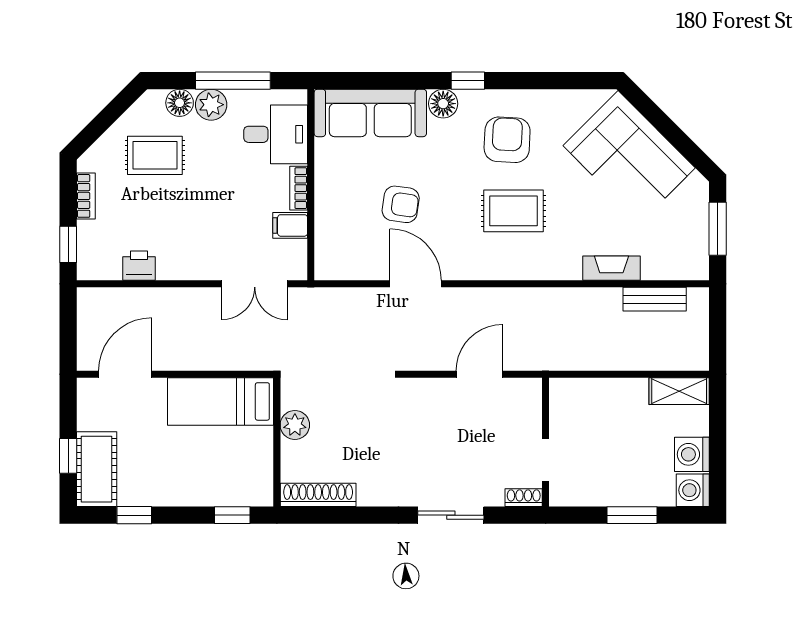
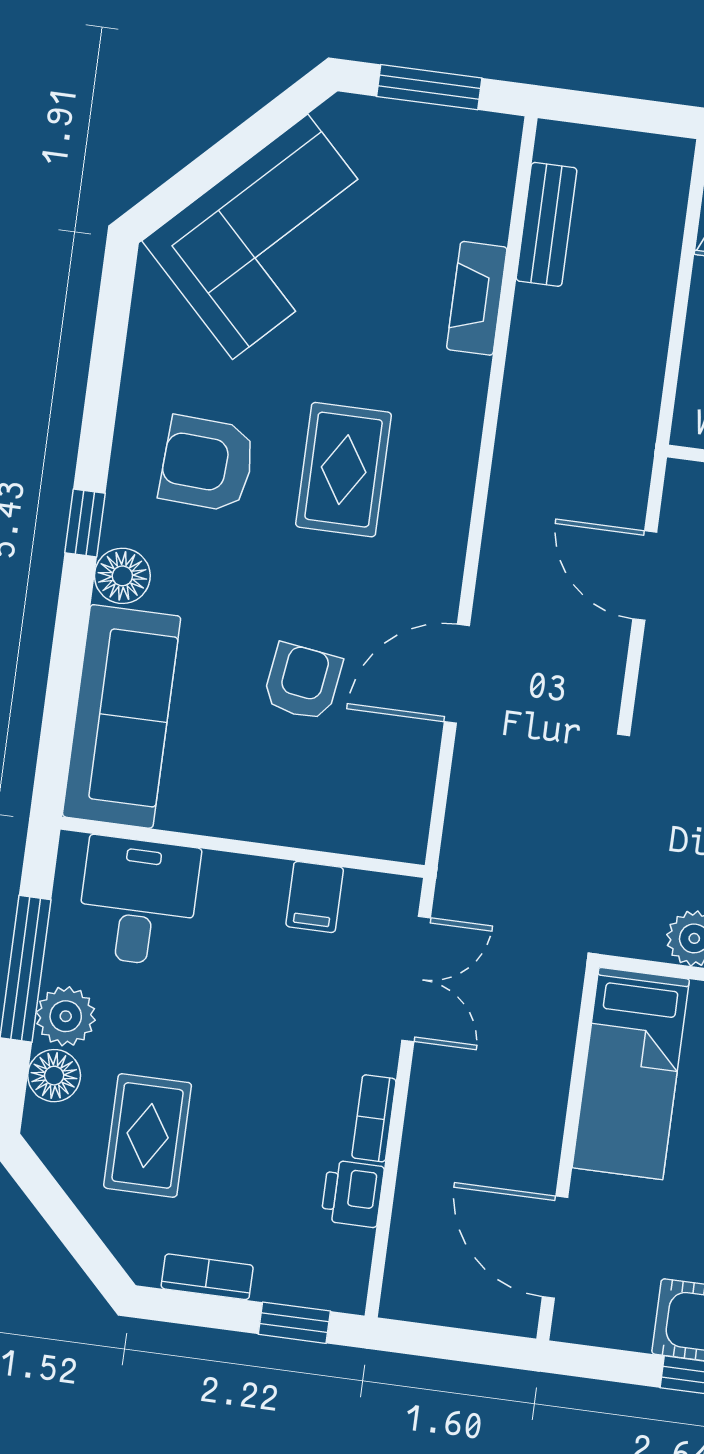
bookcase: (299, 188) -> (374, 1118), moved, turned 90

